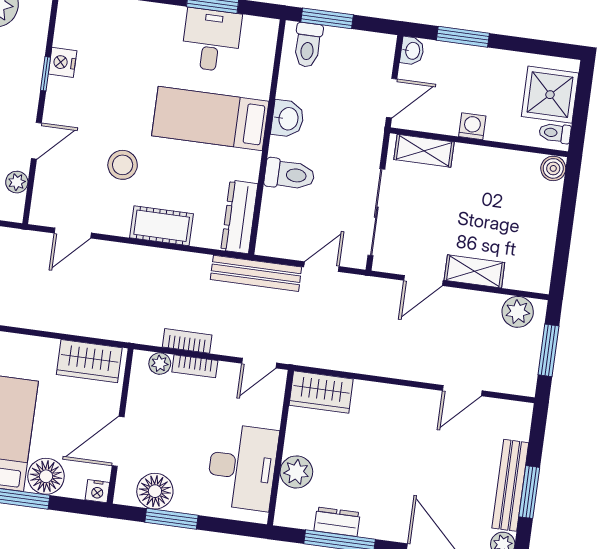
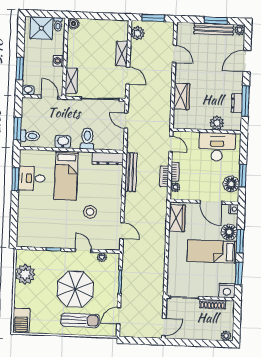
nightstand: (63, 62) -> (48, 242), removed
cot: (162, 226) -> (115, 192), removed
bench: (256, 273) -> (131, 172), moved
wardrobe: (321, 392) -> (182, 96), moved

